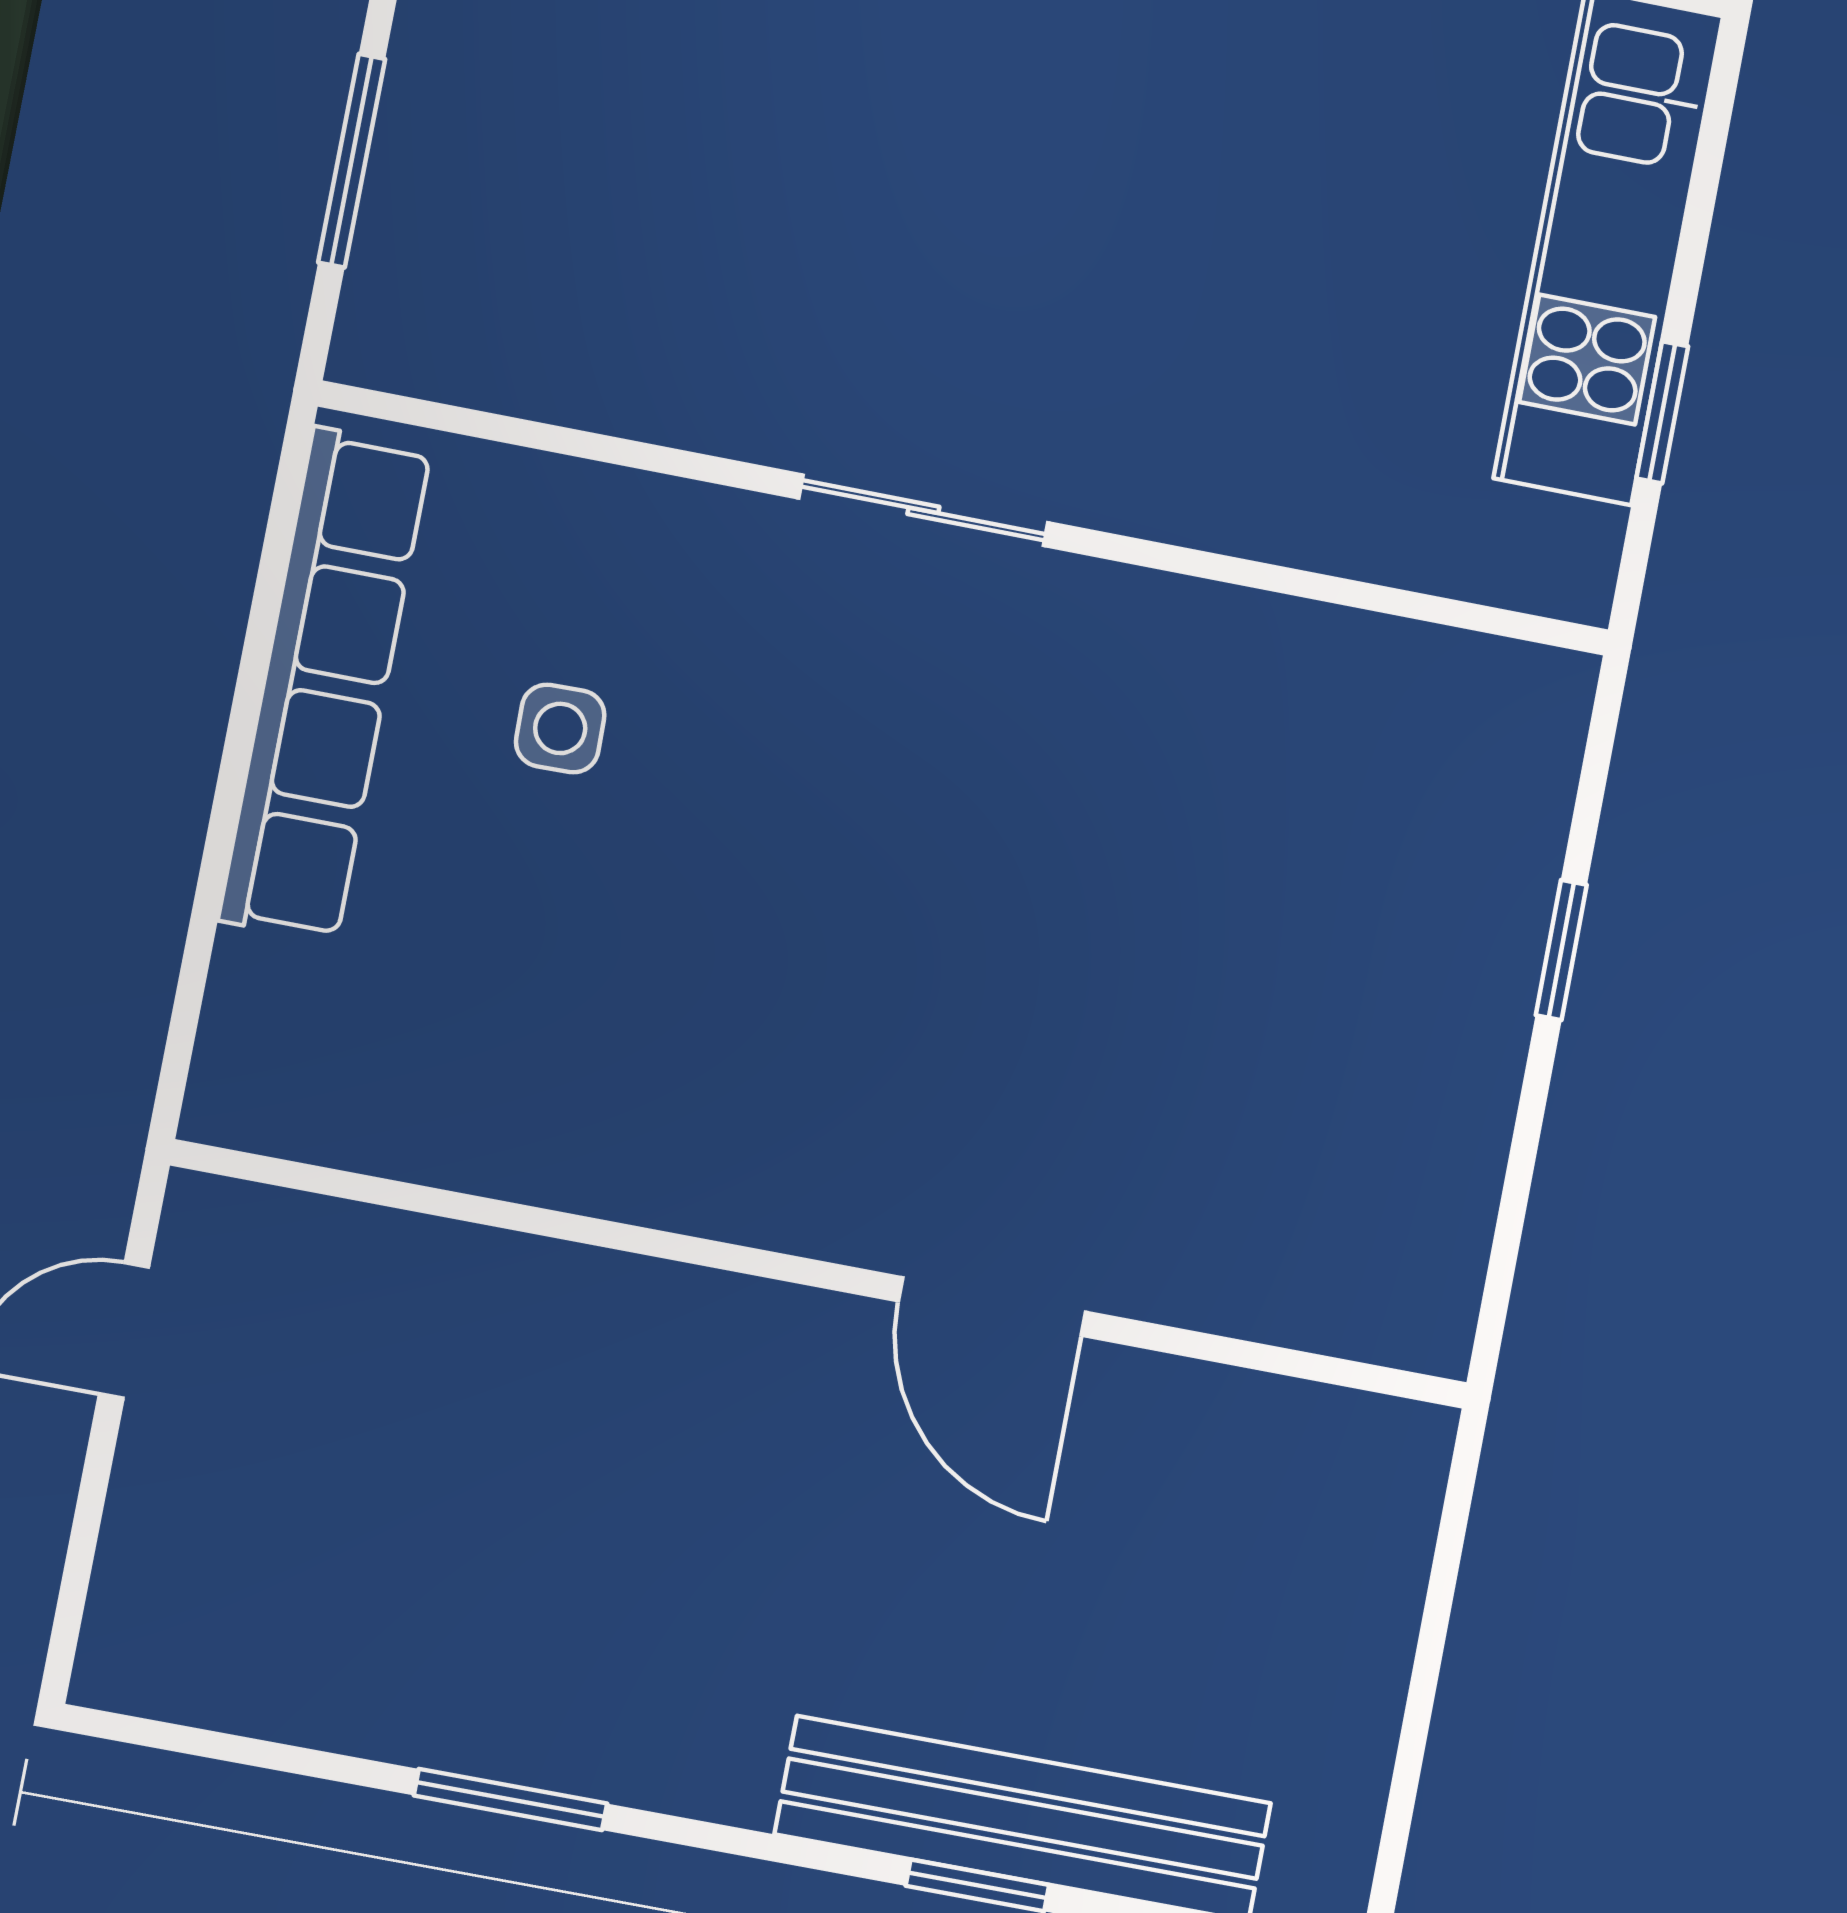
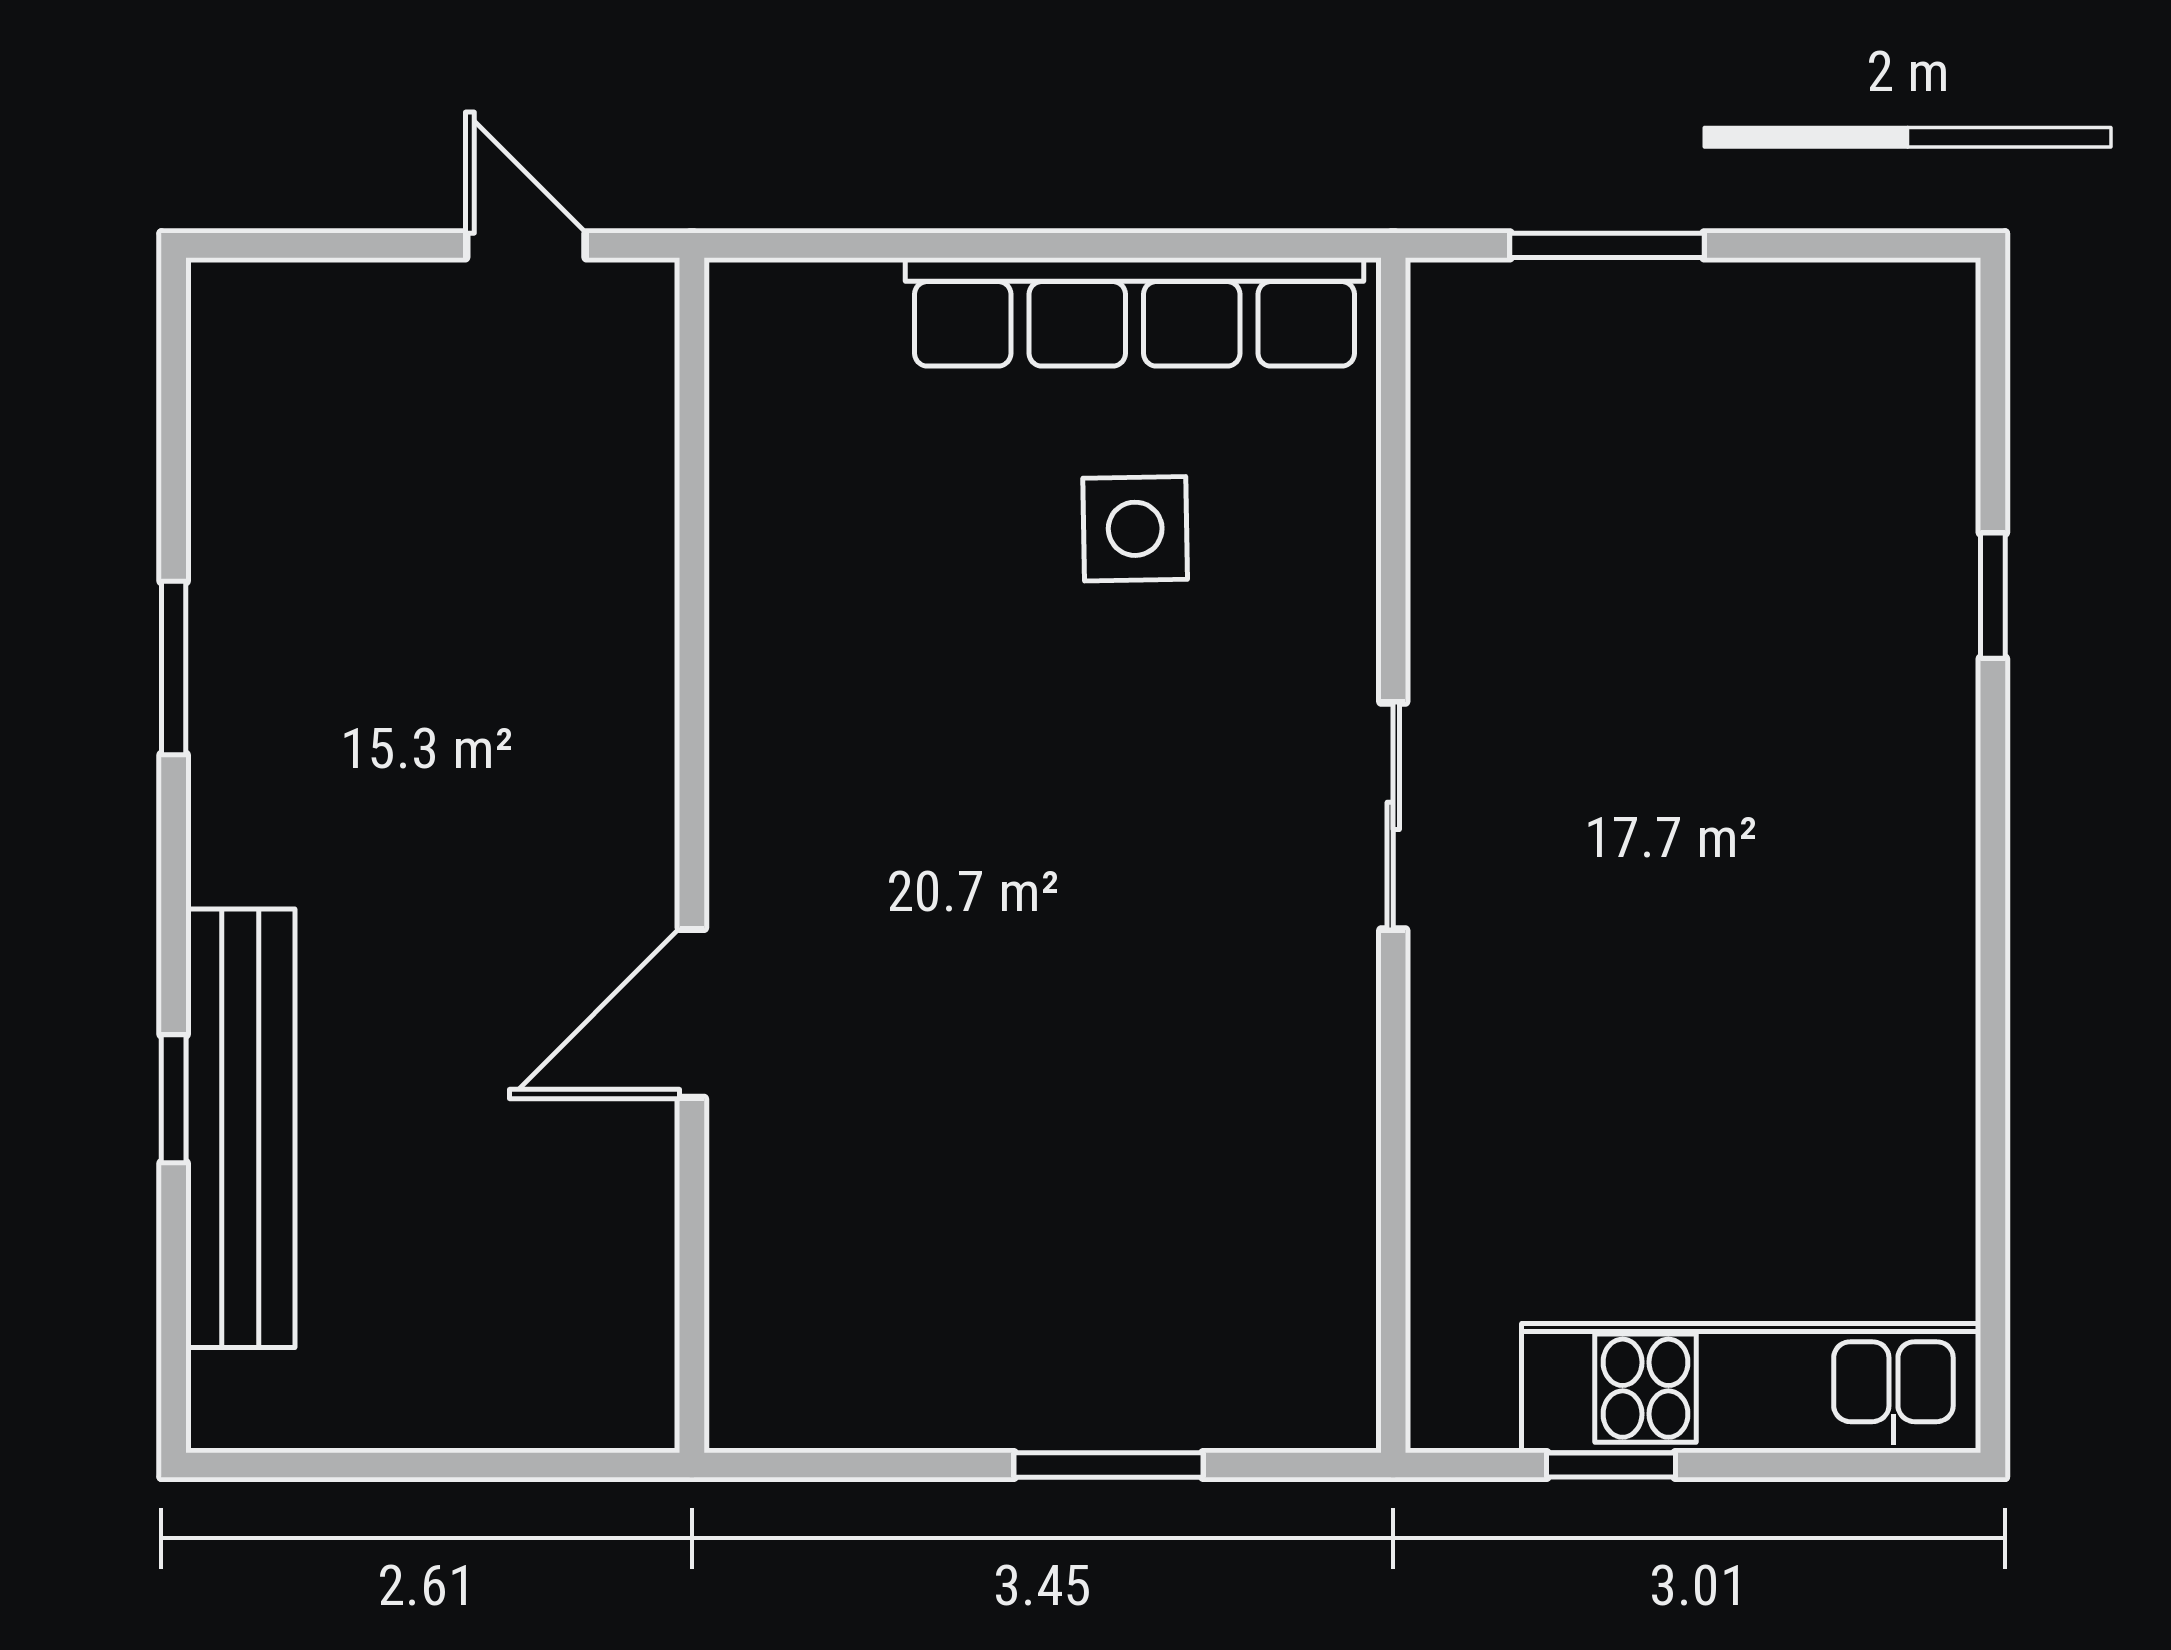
side table: (560, 728) -> (1135, 529), width x1.37, depth x1.37
window: (1561, 950) -> (1108, 1465), width x1.50

